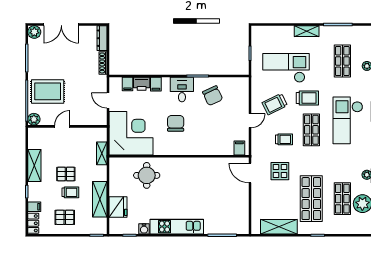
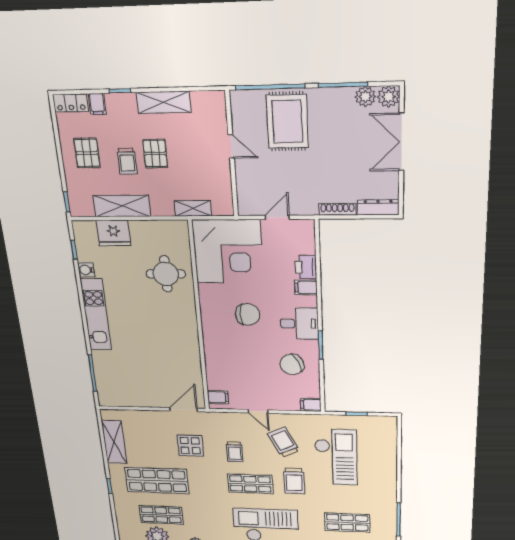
shelving: (307, 31) -> (389, 483), removed
filing cabinet: (128, 84) -> (311, 405), moved
plant: (34, 119) -> (365, 97), moved

